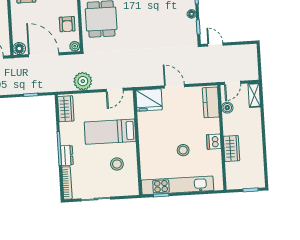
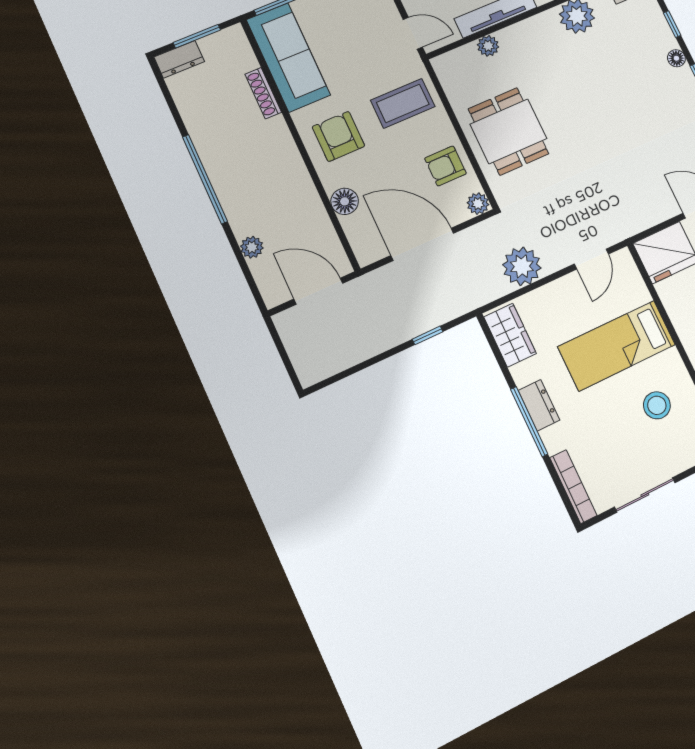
armchair: (67, 24) -> (445, 166), turned 90
floor lamp: (19, 49) -> (345, 201), moved
dresser: (67, 155) -> (539, 405), moved

